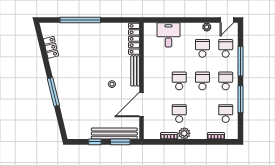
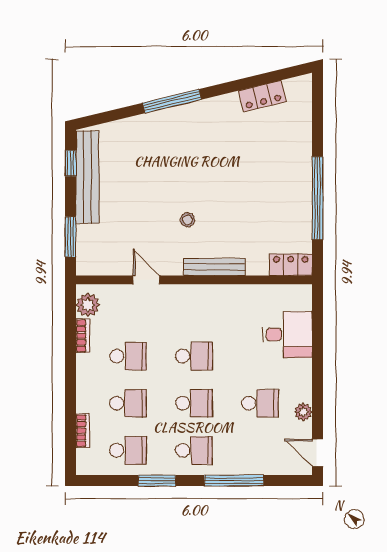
window: (80, 20) -> (318, 198), moved
locker: (134, 39) -> (291, 265), width x0.66
school desk: (226, 48) -> (128, 403), moved
window: (241, 99) -> (157, 481), width x0.69
door: (142, 104) -> (146, 280), width x0.53
plant: (184, 133) -> (88, 305), moved
bench: (114, 134) -> (87, 177), moved
window: (95, 142) -> (71, 163), moved

